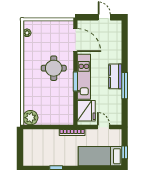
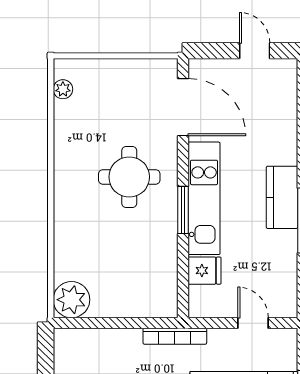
fridge: (86, 111) -> (205, 271), width x0.53, depth x0.75

